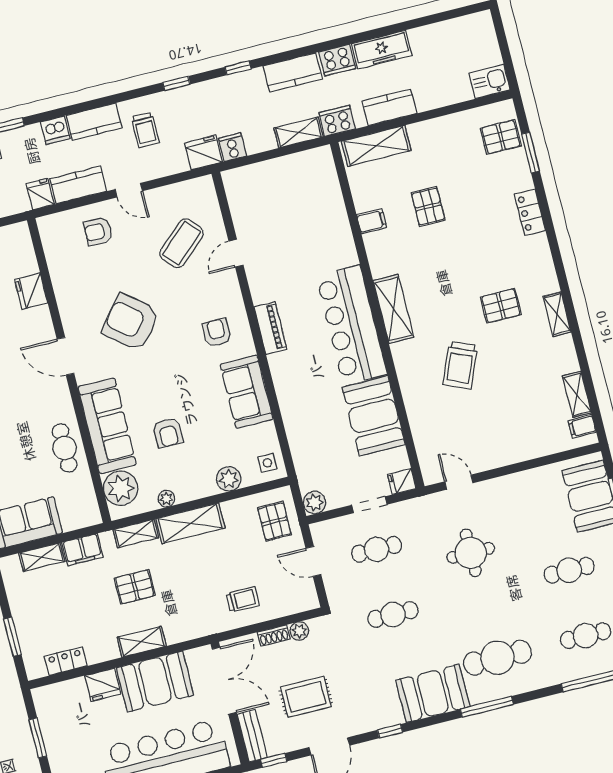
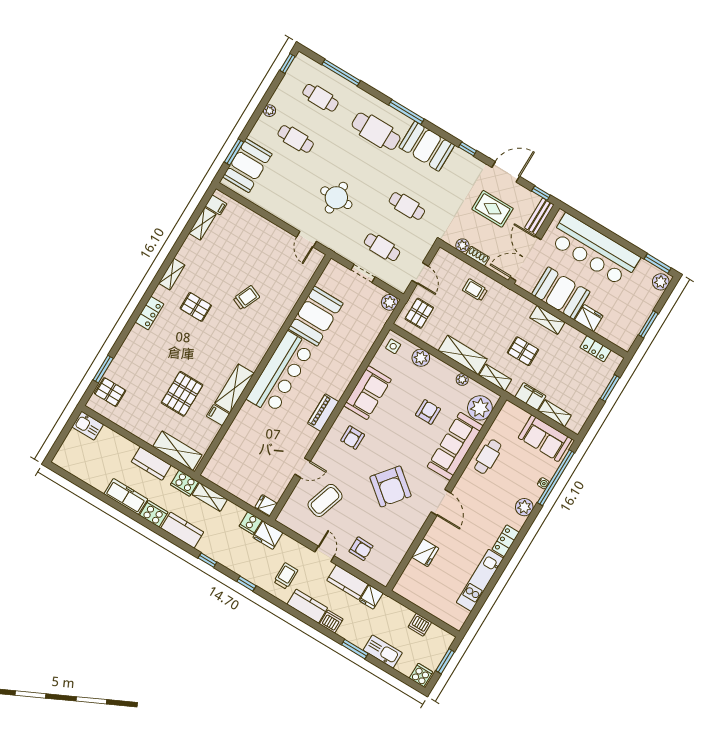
pallet: (428, 206) -> (182, 394), width x1.50, depth x1.42
locker: (530, 212) -> (149, 313), moved
coffee table: (182, 243) -> (325, 500), turned -30
shelving: (393, 309) -> (234, 388), moved
trolley: (460, 365) -> (246, 298), width x0.73, depth x0.72
fridge: (402, 481) -> (266, 505), moved, turned 180

